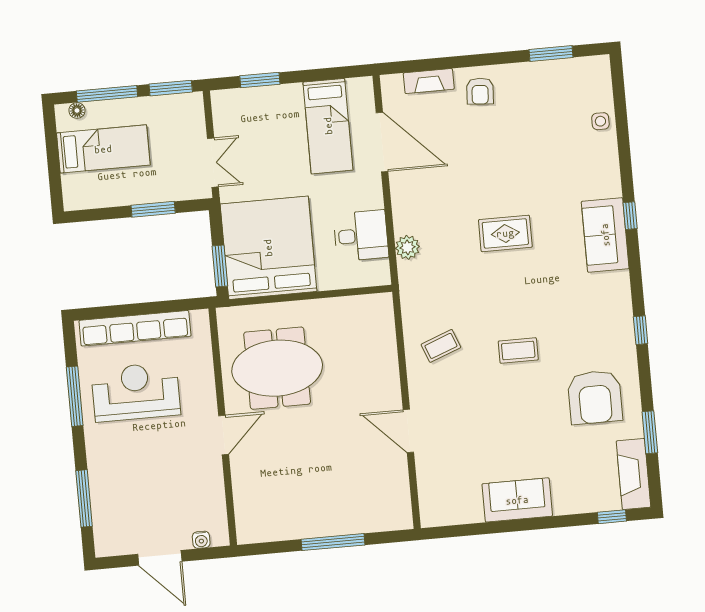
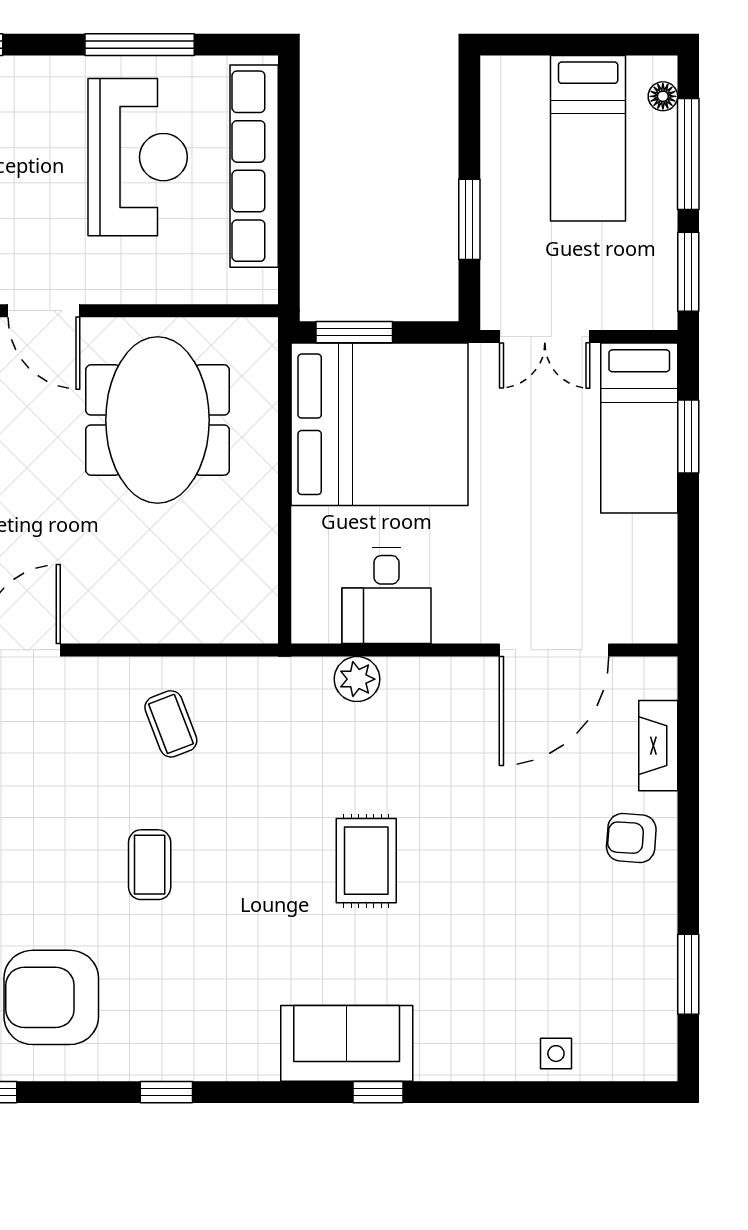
bed: (328, 126) -> (639, 428), moved, turned -90

